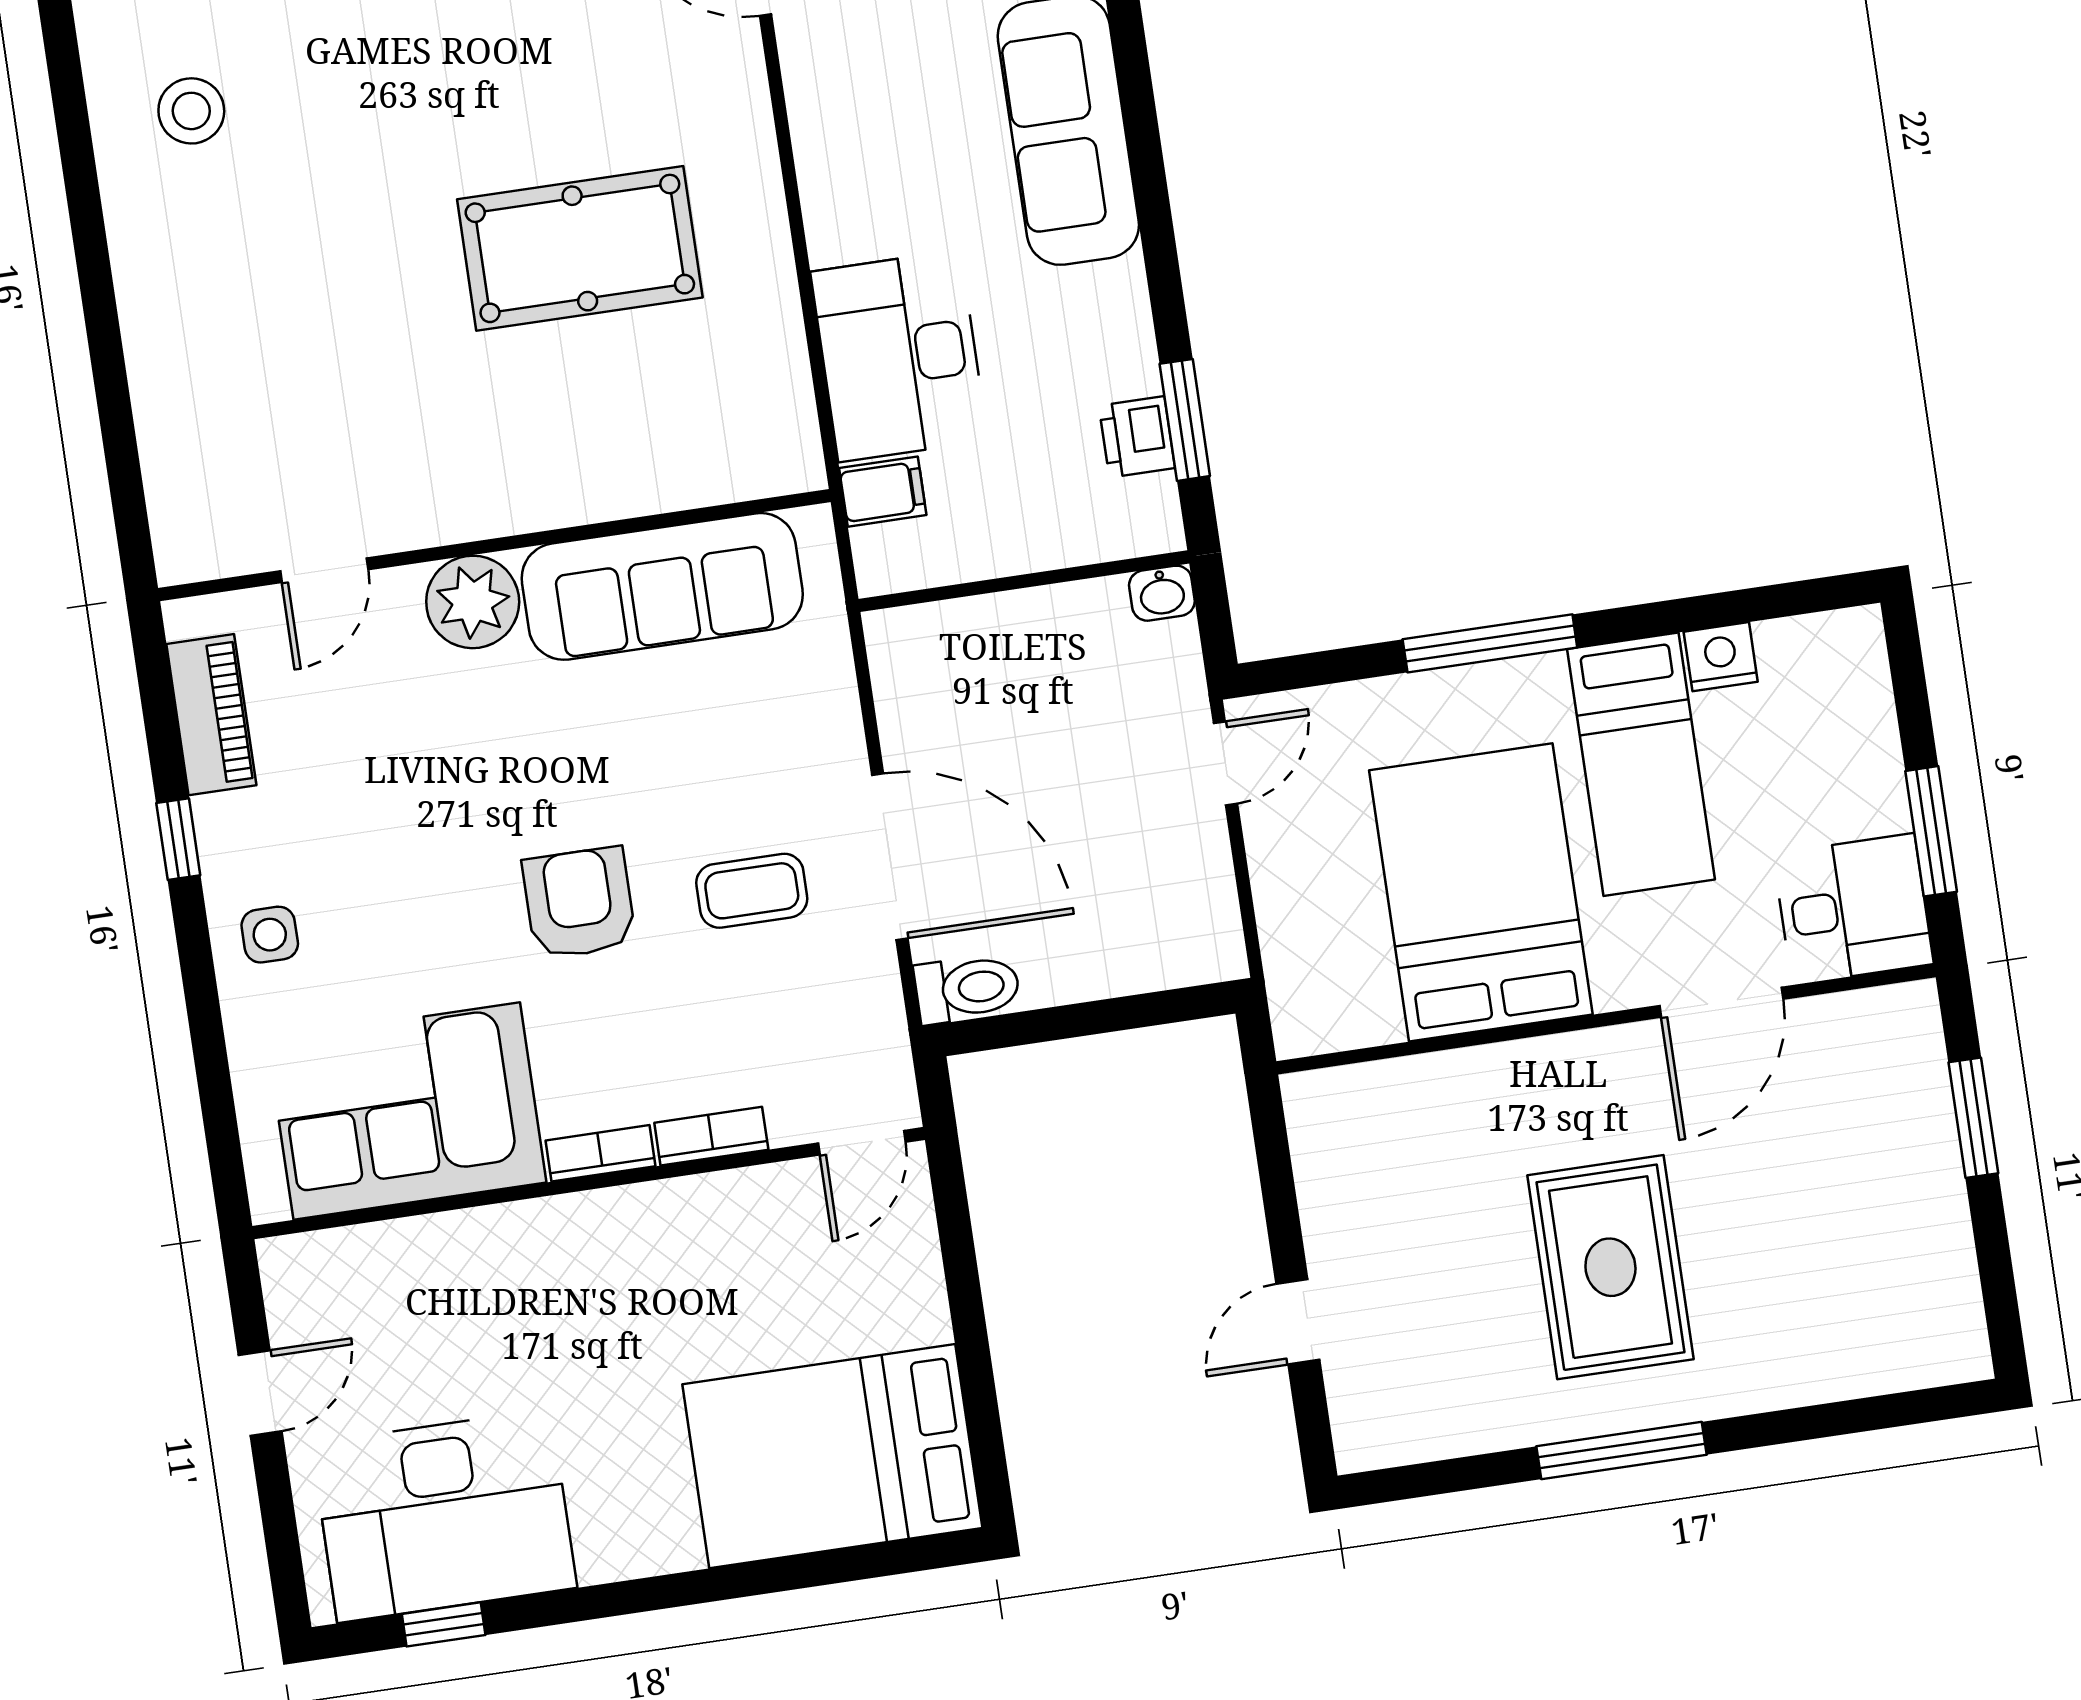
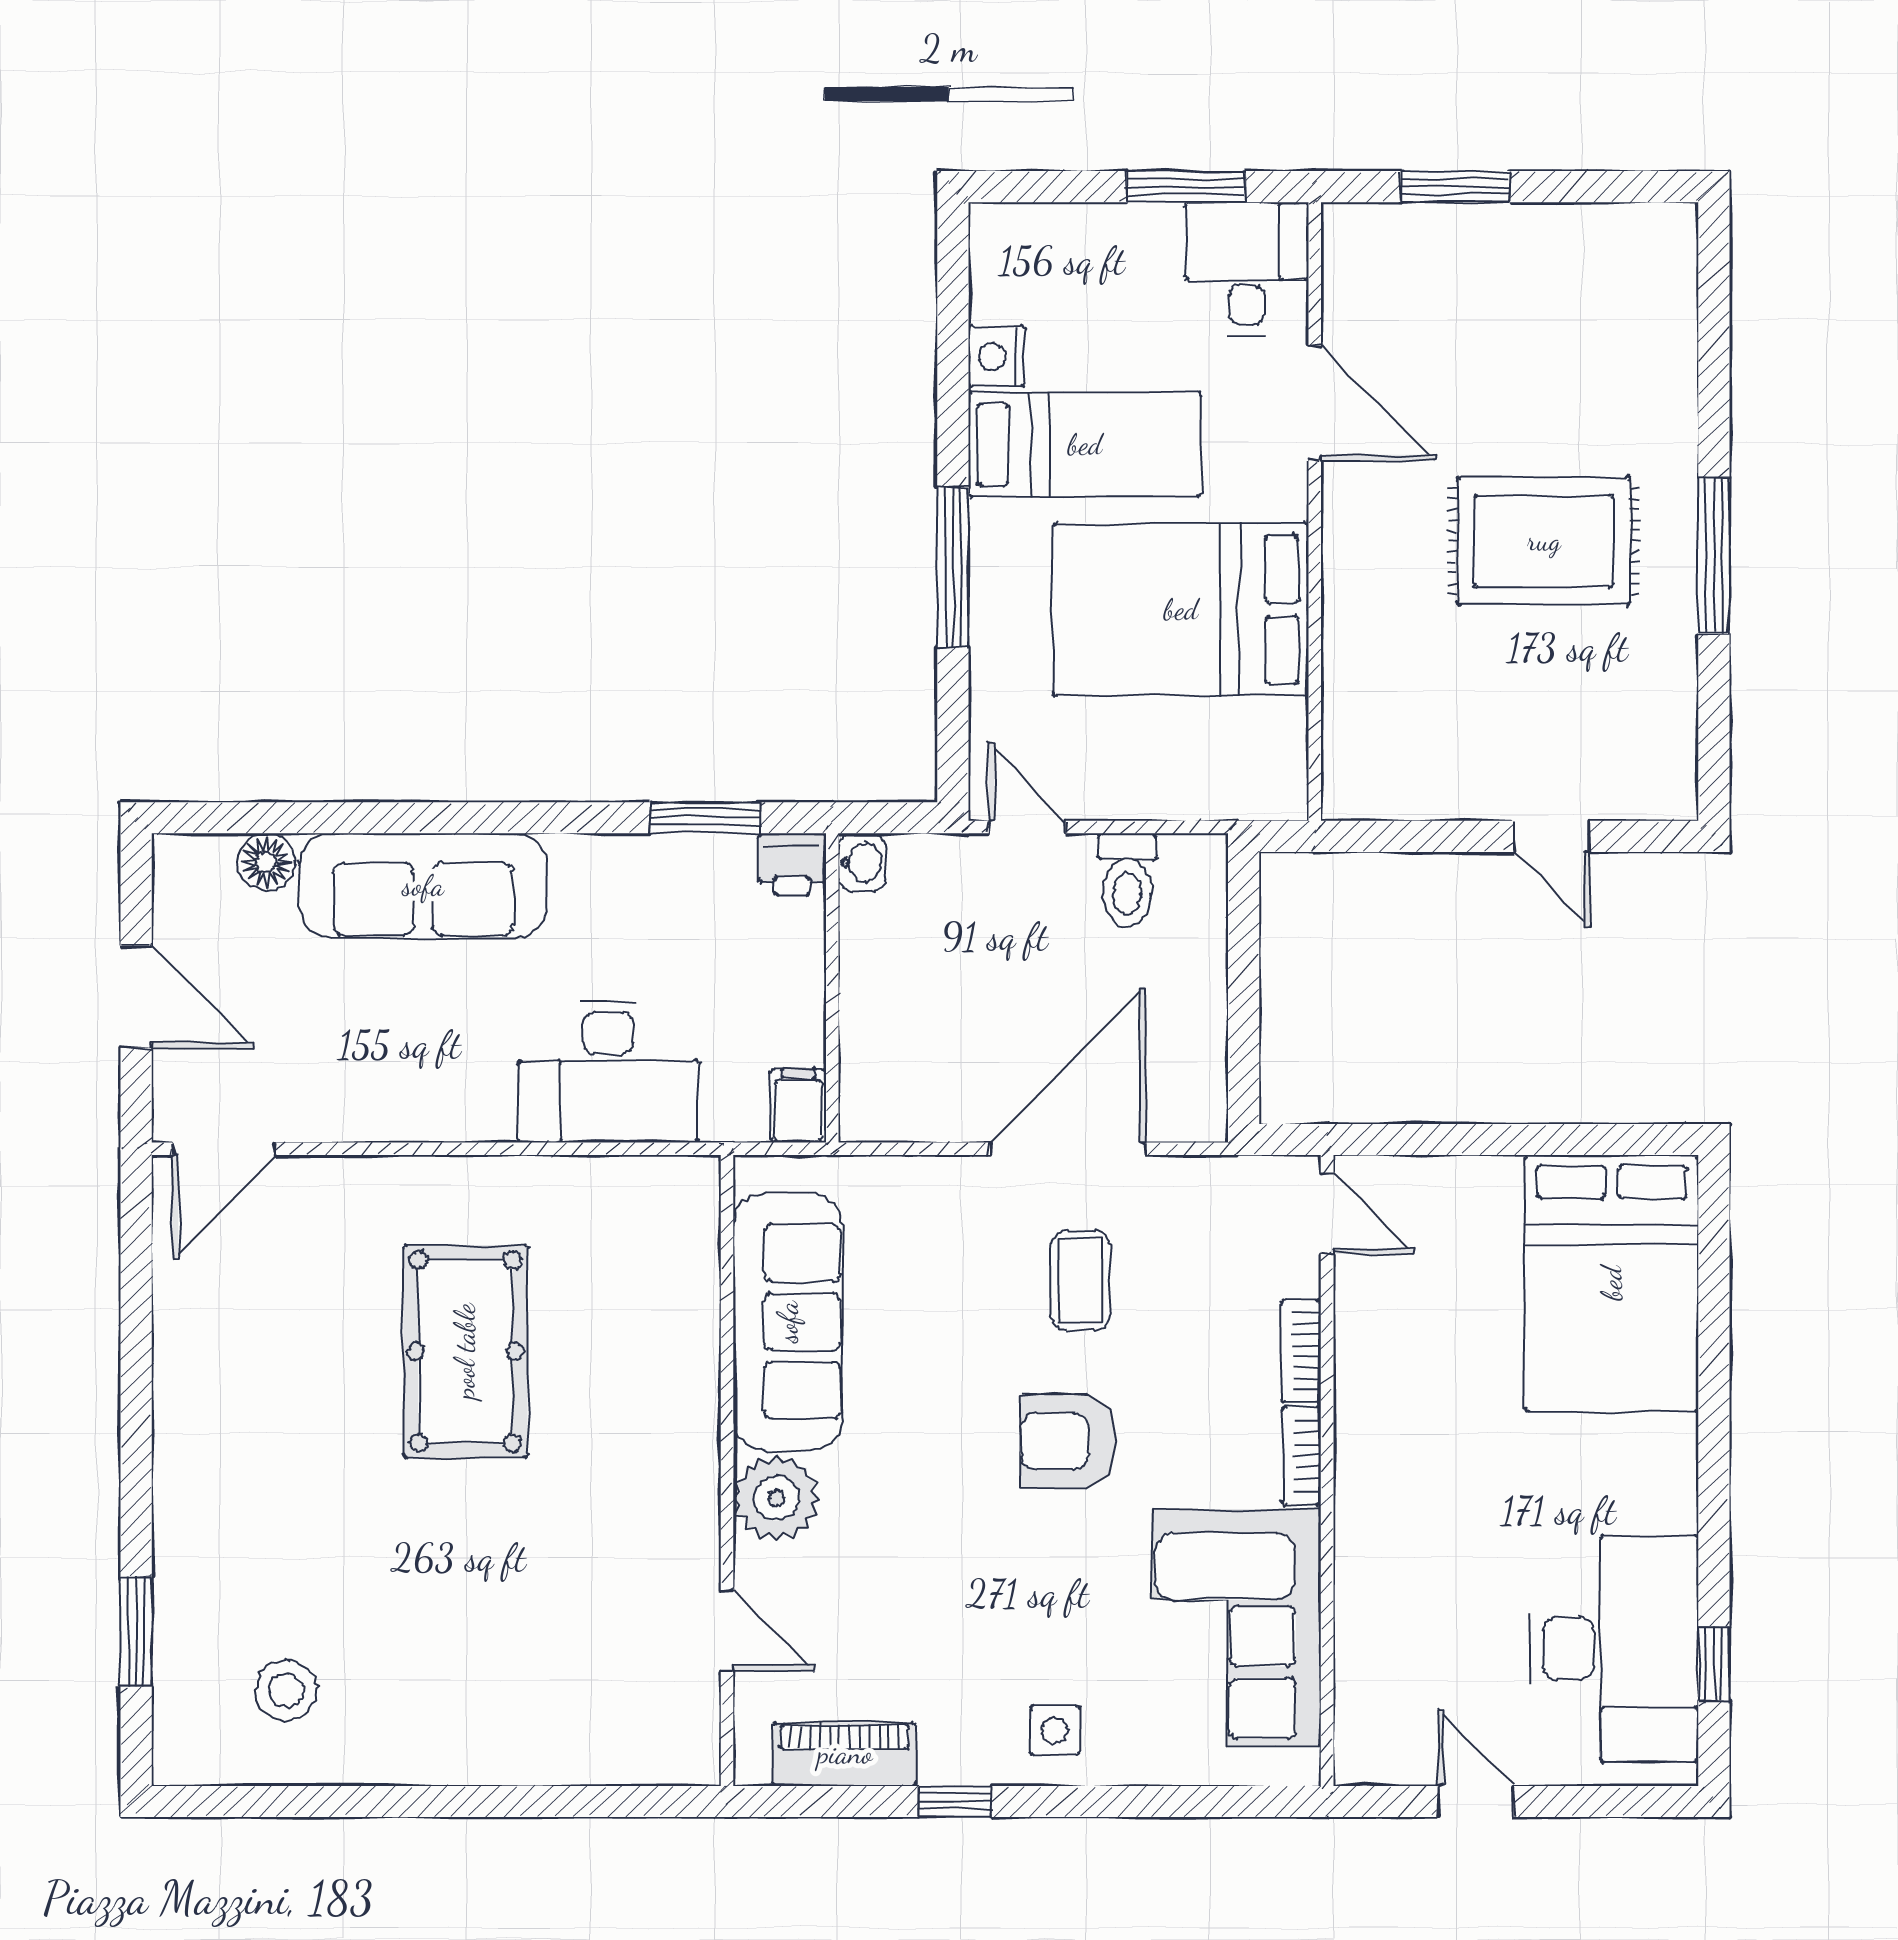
printer: (1137, 437) -> (792, 864), moved
filing cabinet: (883, 492) -> (798, 1106), moved
toilet: (967, 989) -> (1127, 880), moved, turned 180

